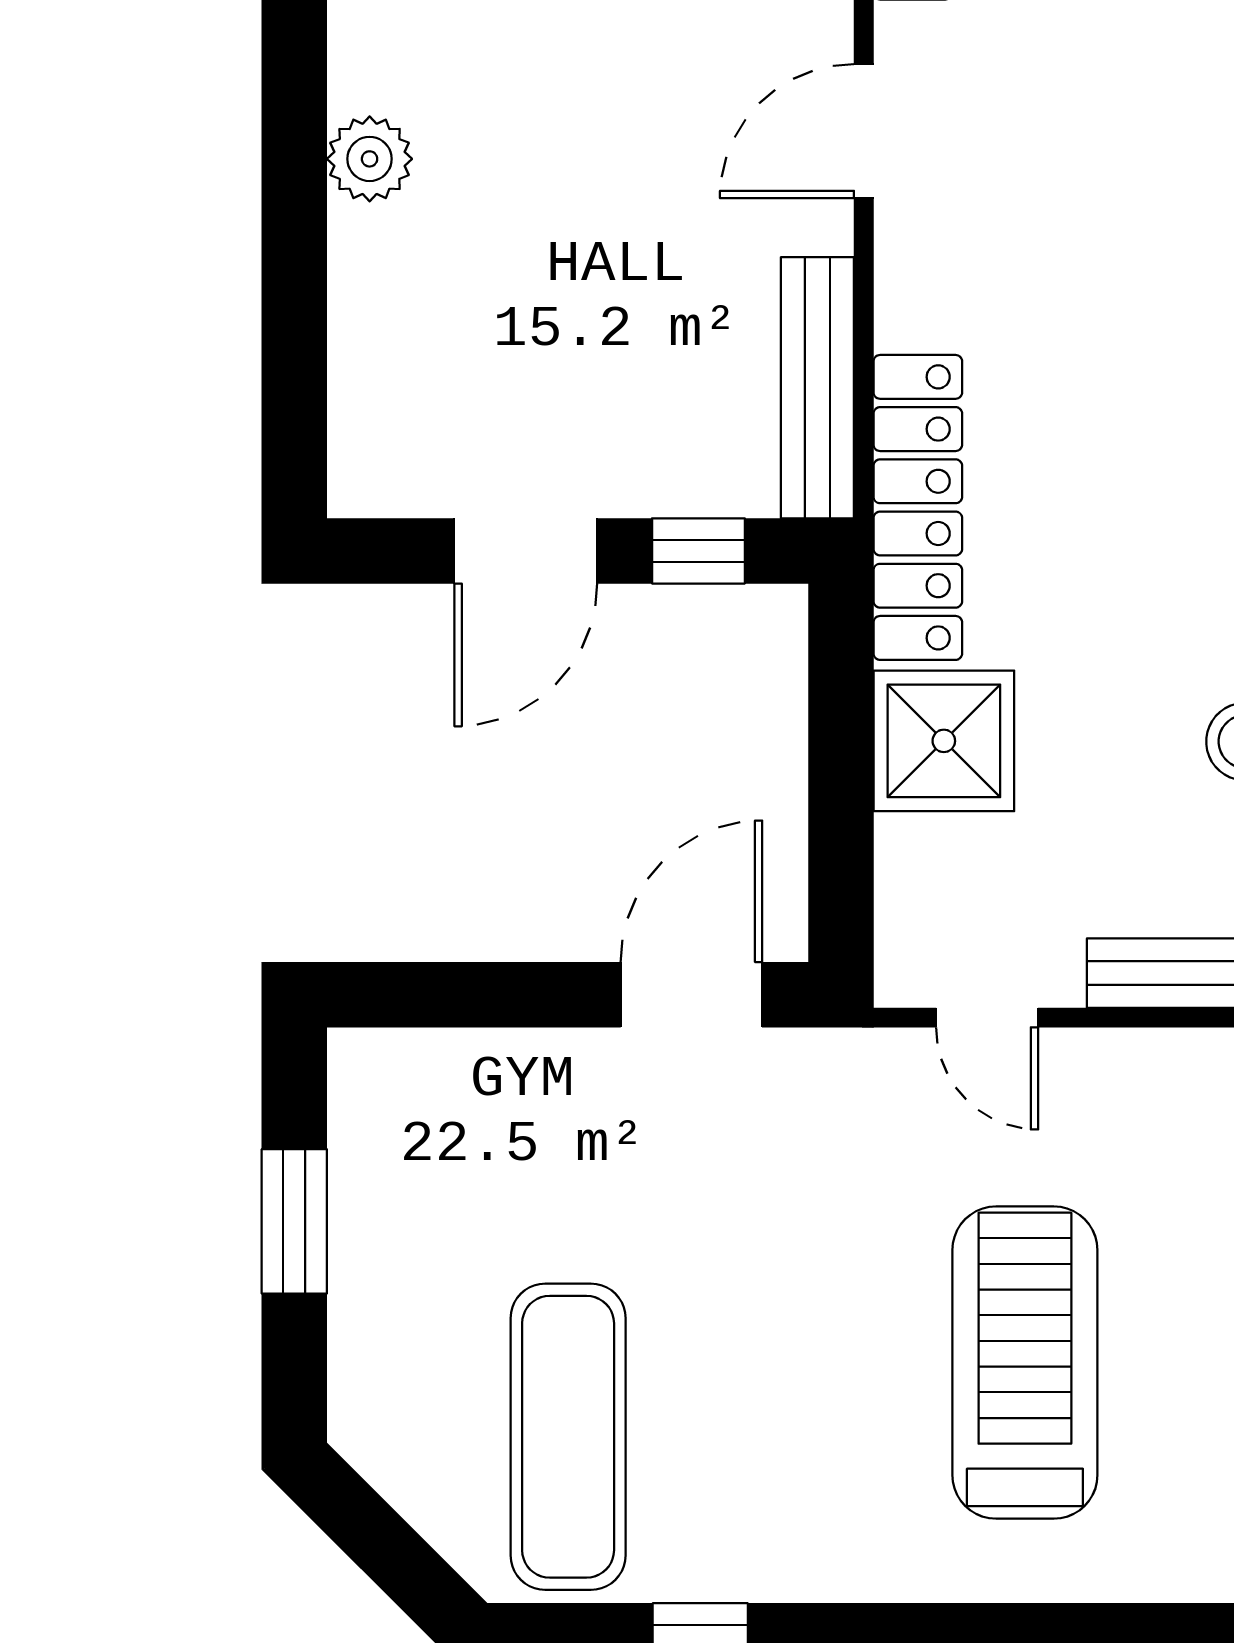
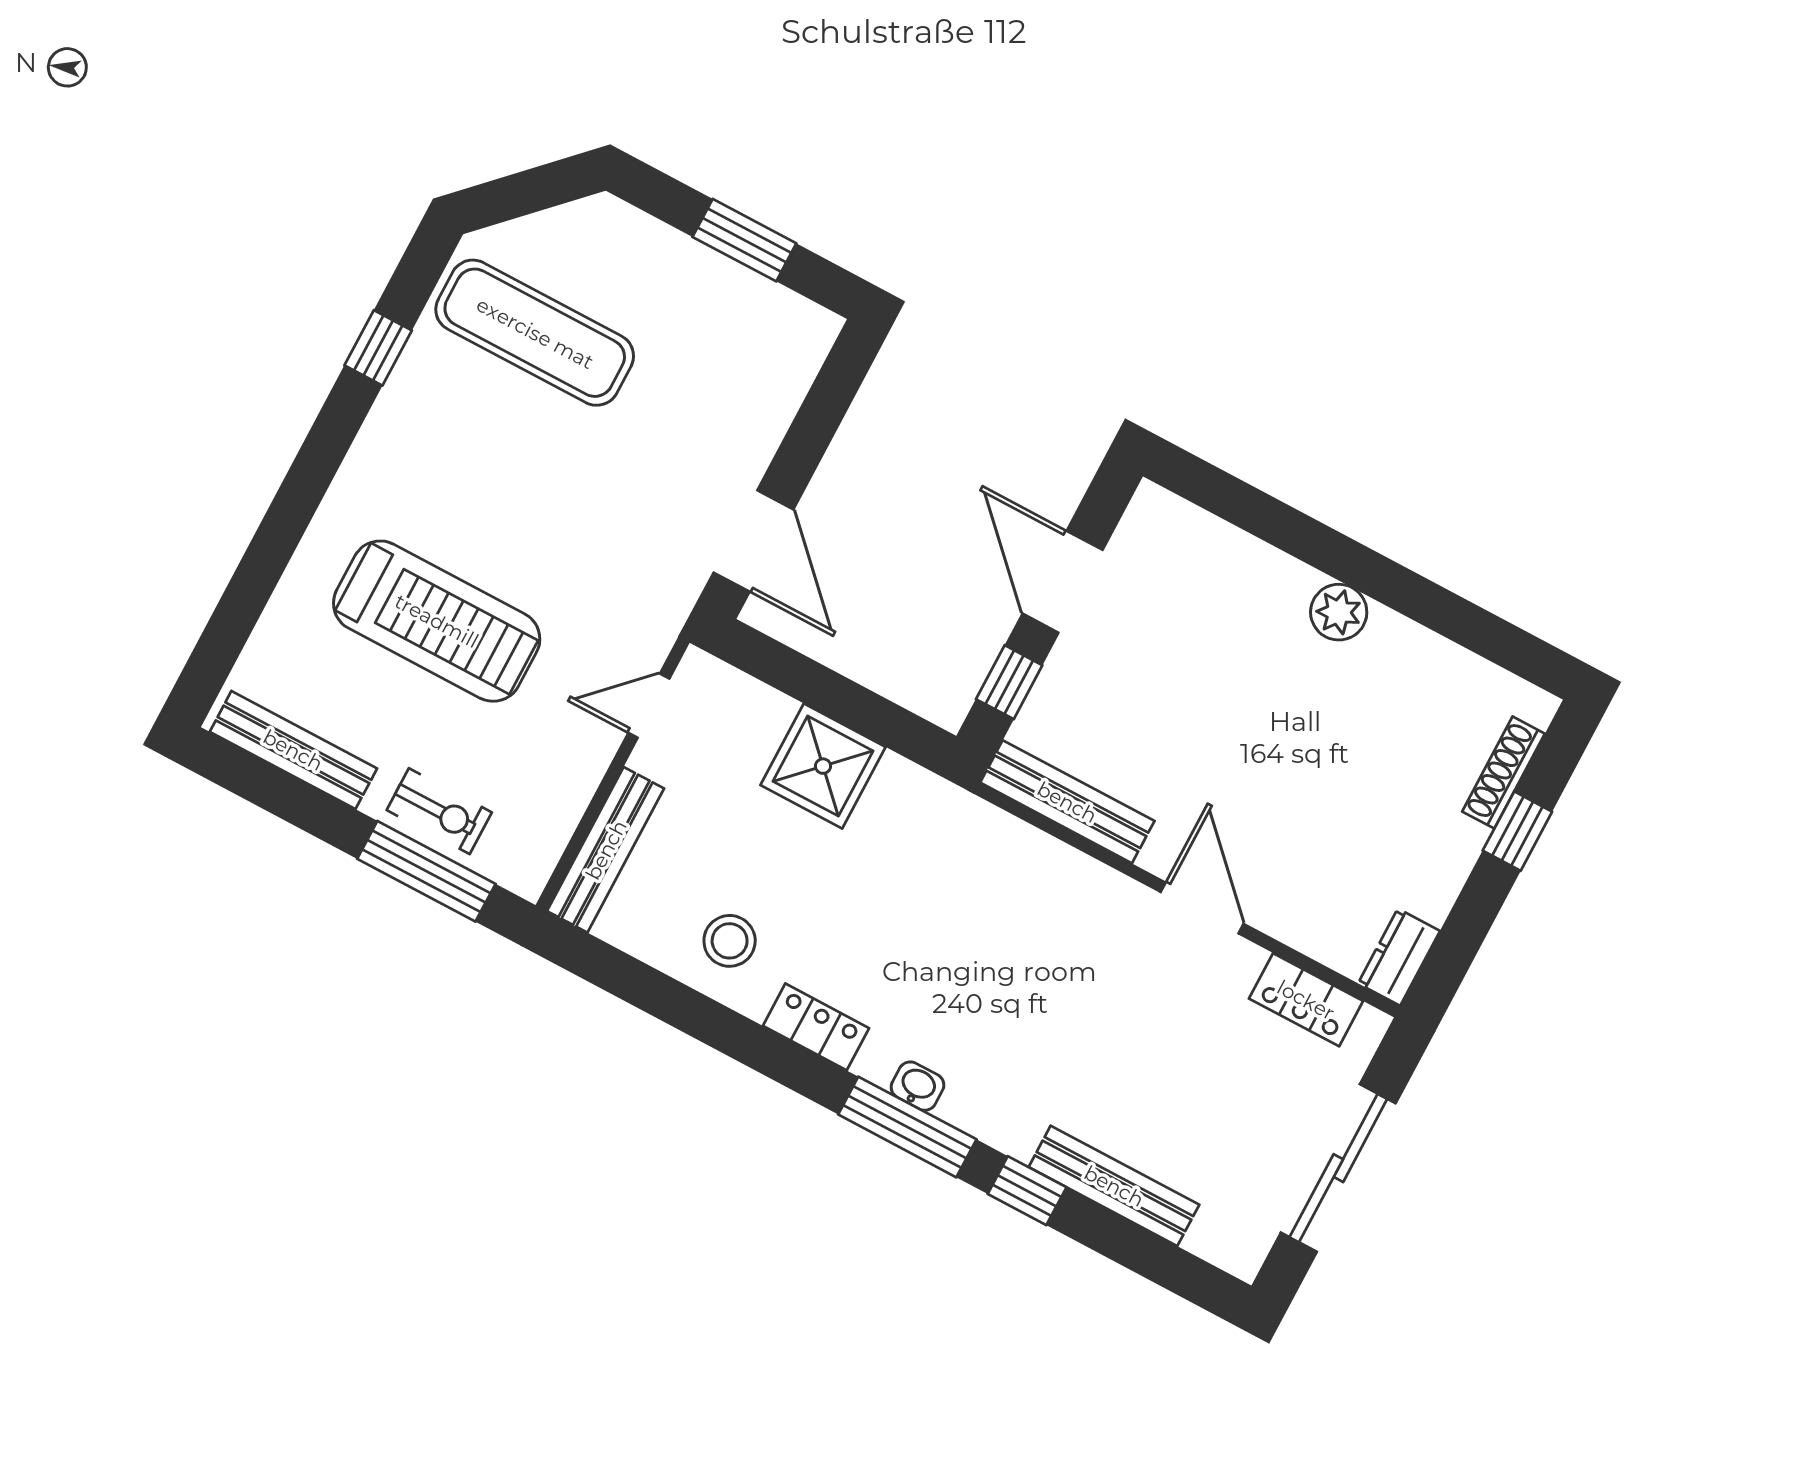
locker: (918, 507) -> (967, 823), removed

